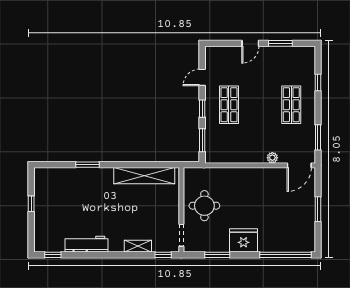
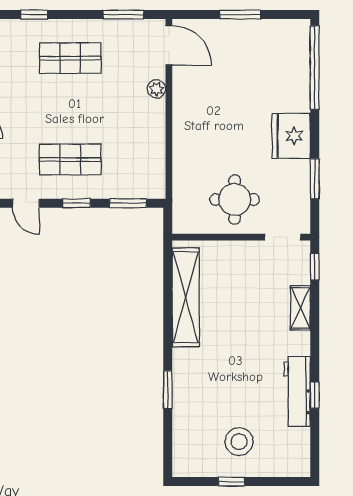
stool: (56, 208) -> (239, 442), added
window: (53, 255) -> (315, 395), moved

